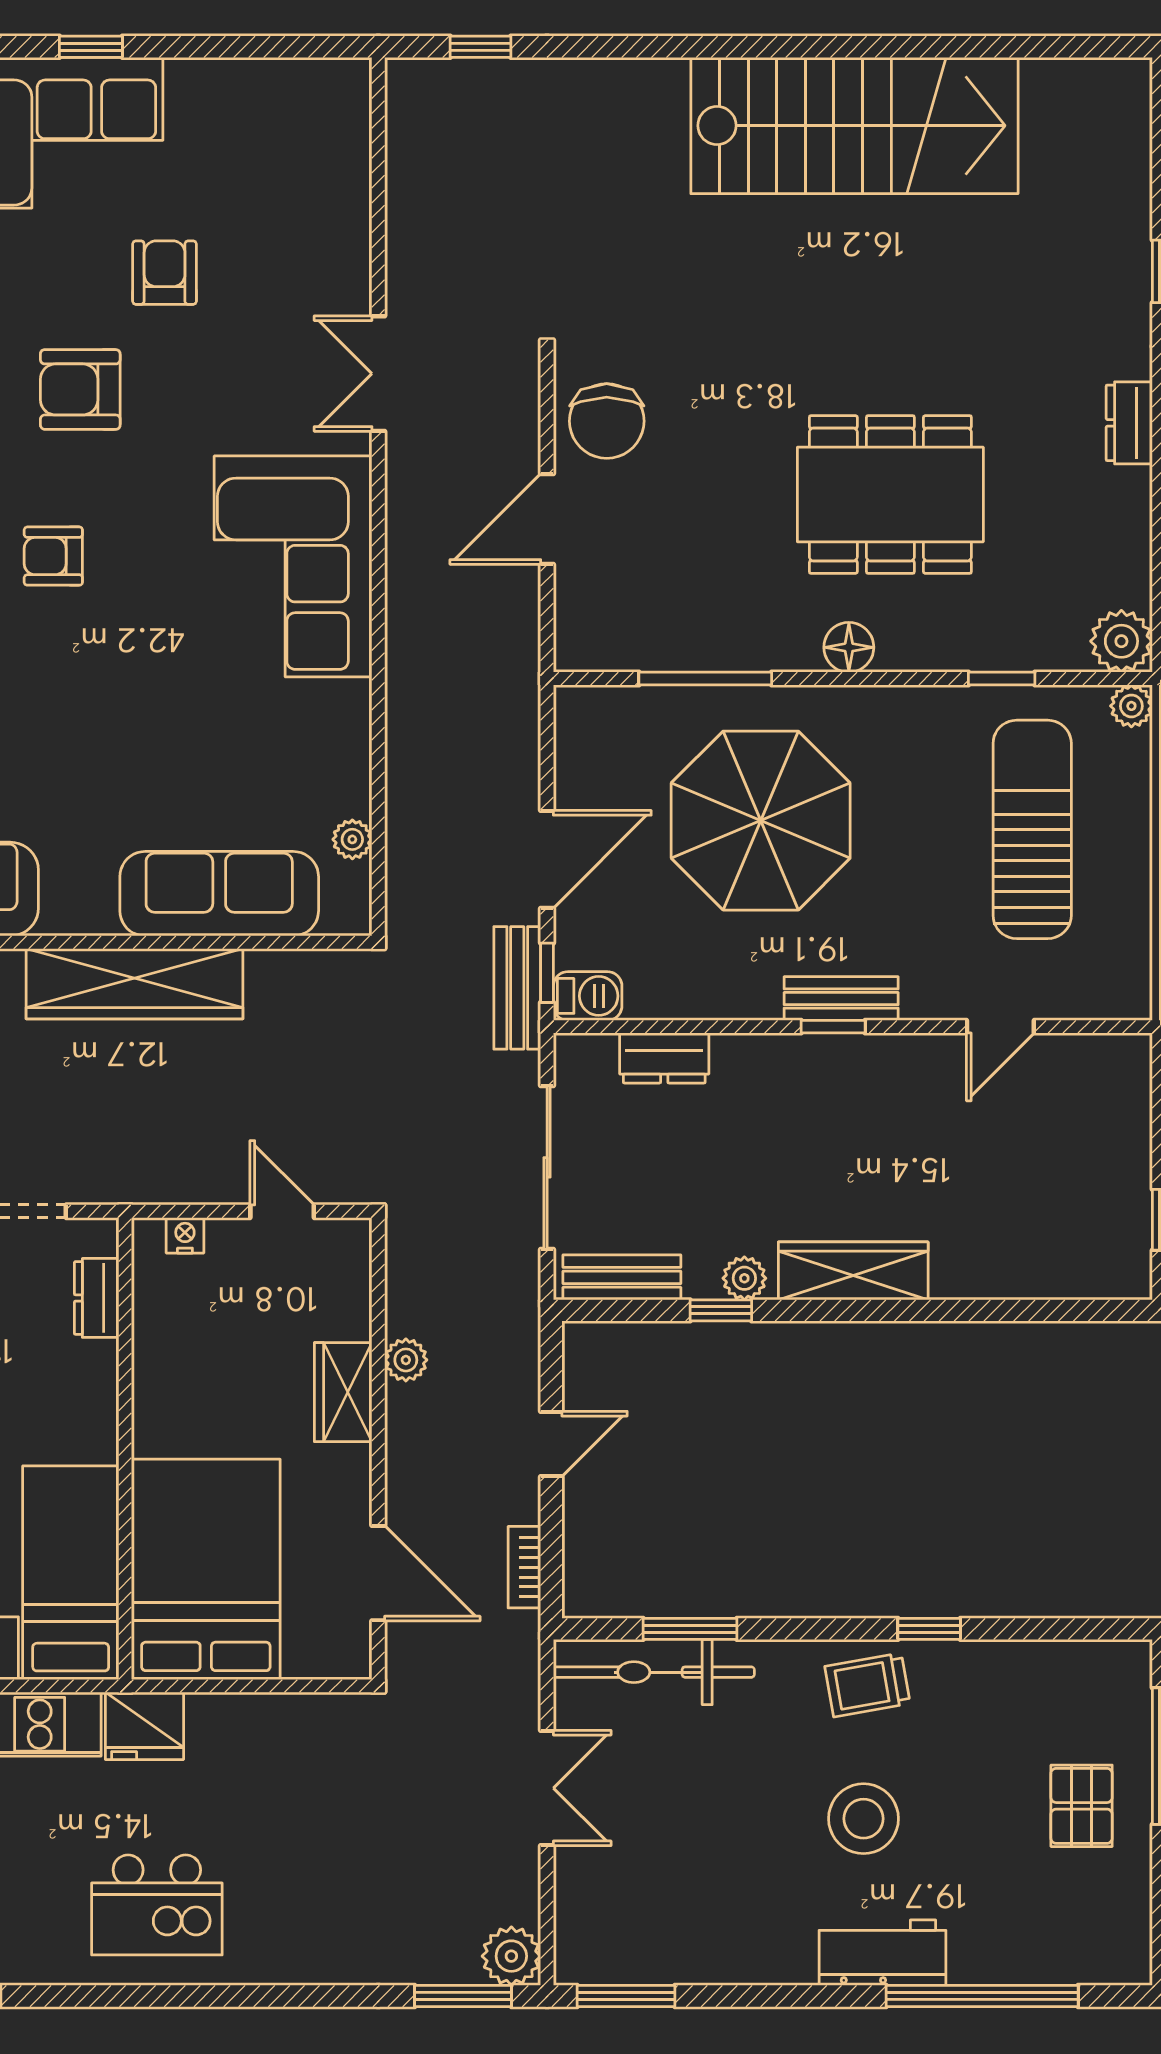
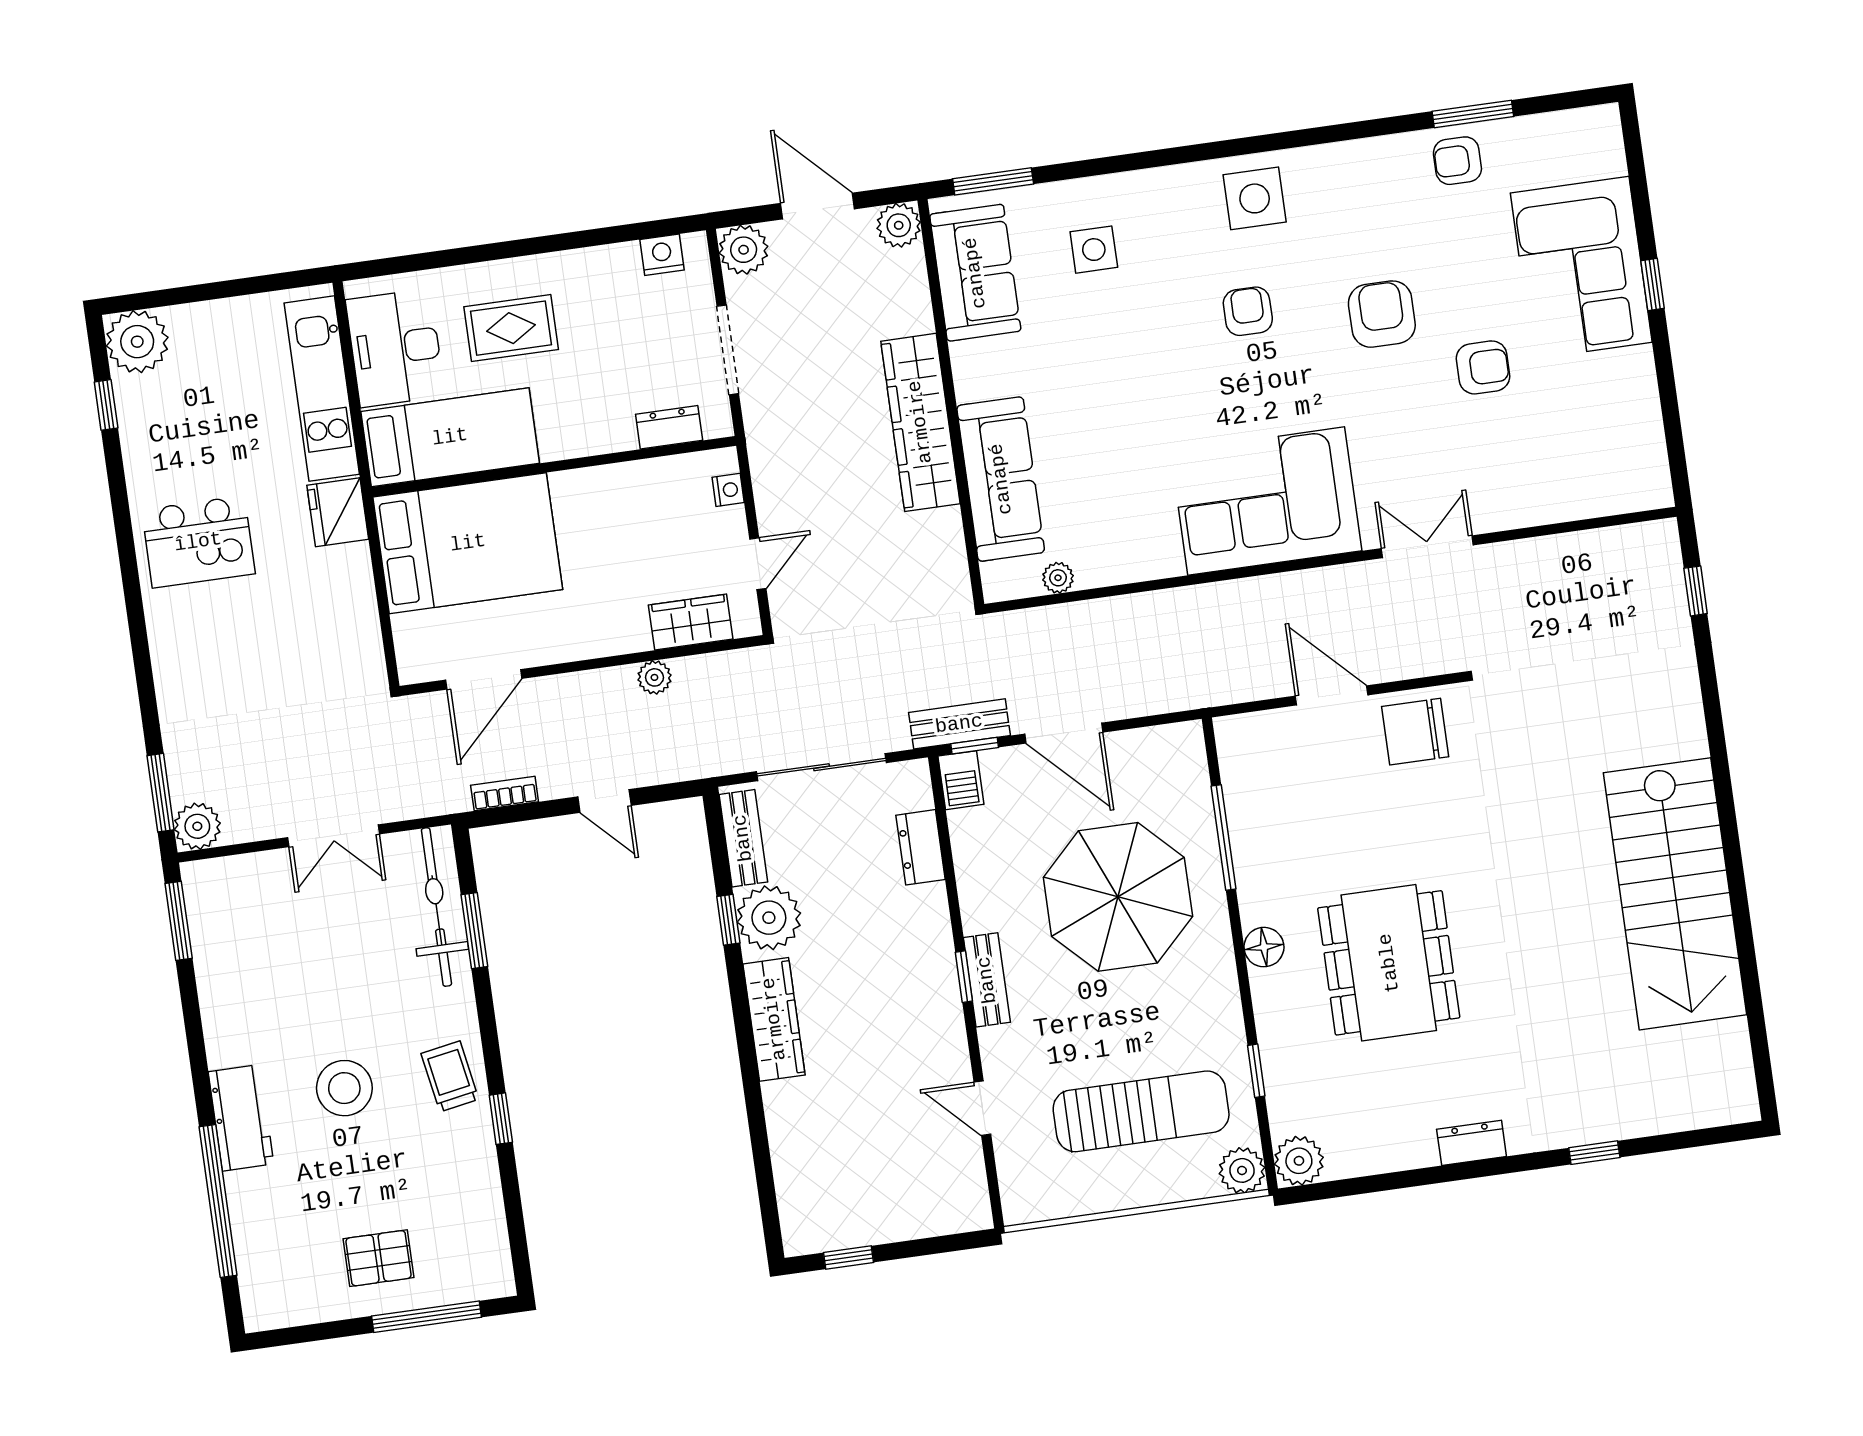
plant: (1131, 706) -> (1242, 1170), width x1.38, depth x1.38
plant: (744, 1278) -> (769, 918), width x1.87, depth x1.87
wardrobe: (343, 1392) -> (691, 622), moved
kitchen island: (157, 1905) -> (198, 542), turned -90

